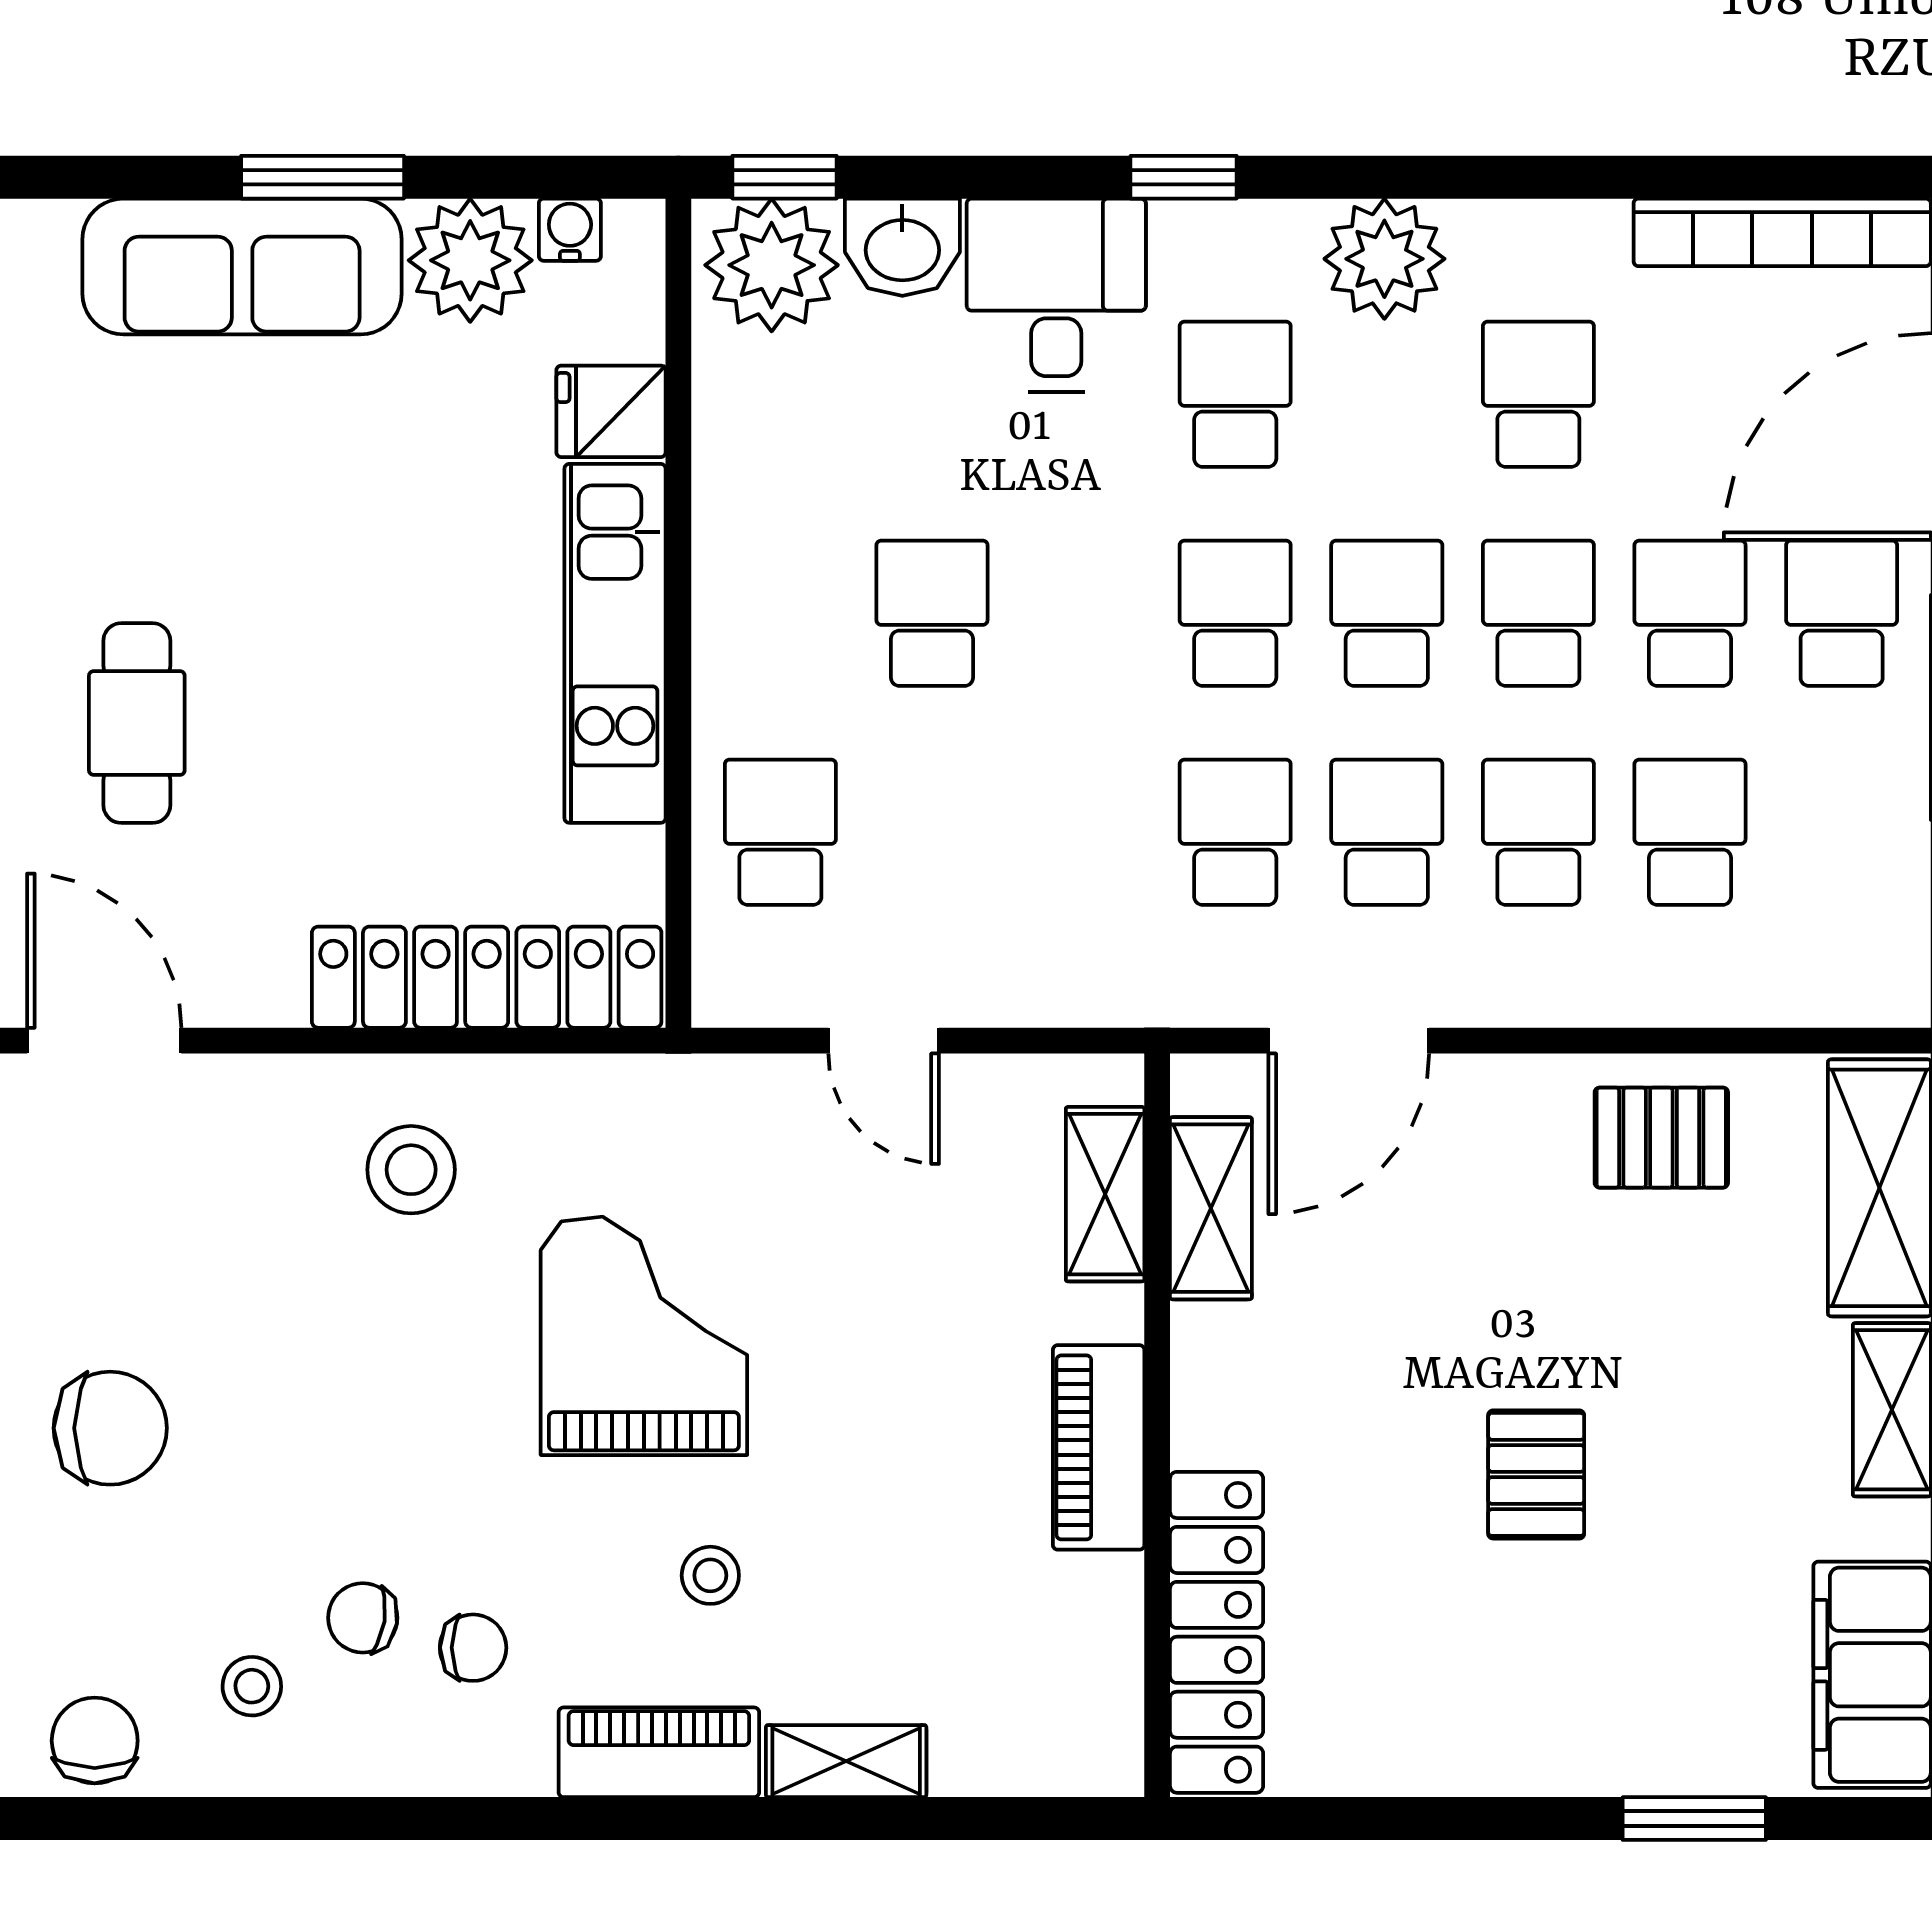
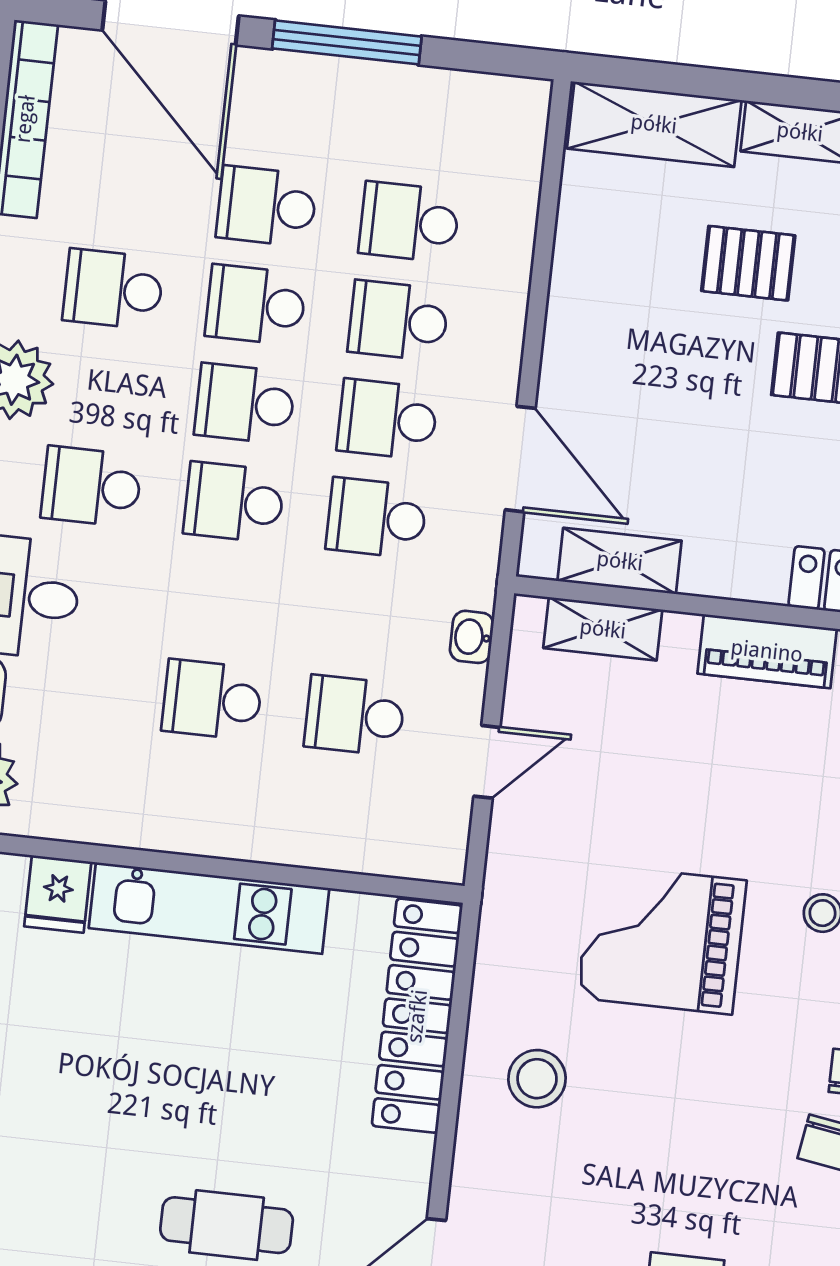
school desk: (1842, 613) -> (278, 108), removed
school desk: (780, 832) -> (355, 715), moved
washbasin: (1071, 997) -> (472, 637), added
pallet: (1661, 1138) -> (748, 263), moved, turned 90

